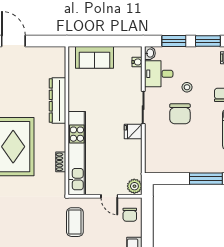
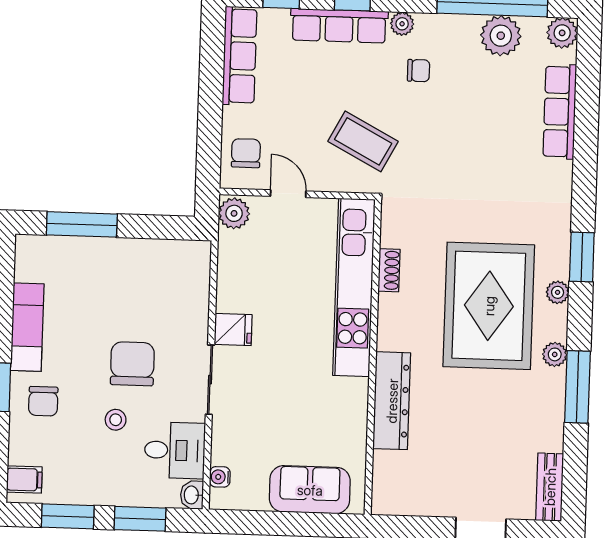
coffee table: (75, 222) -> (363, 141), turned -62

